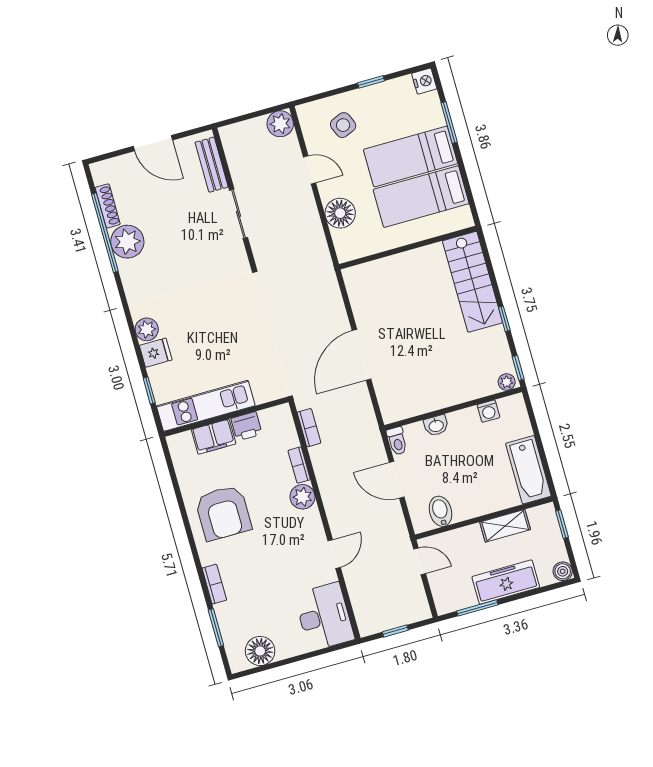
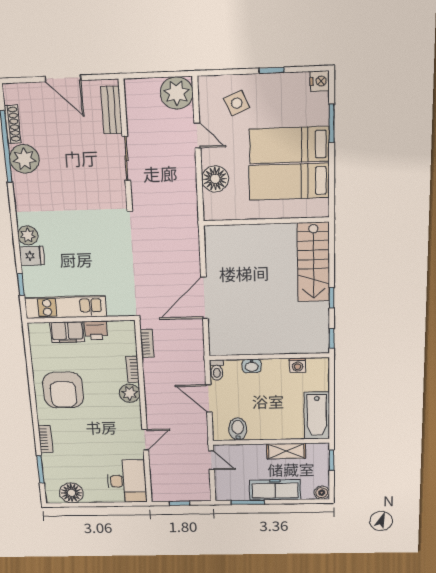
plant: (280, 124) -> (177, 93), width x1.36, depth x1.36
plant: (507, 382) -> (319, 347), removed

